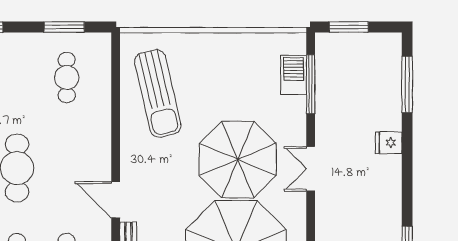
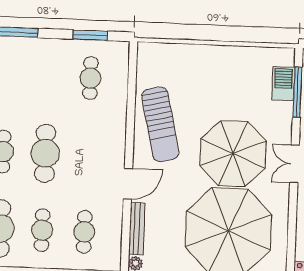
sun lounger: (158, 93) -> (160, 124), moved
door: (116, 200) -> (128, 184), swing flipped

